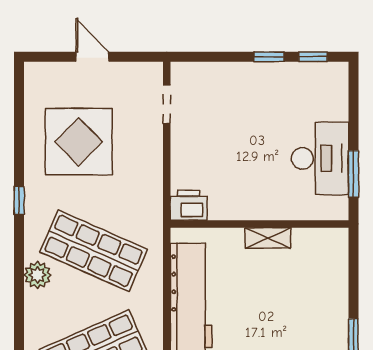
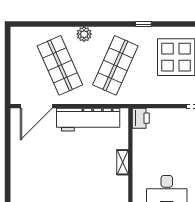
plant: (37, 275) -> (84, 34), moved

